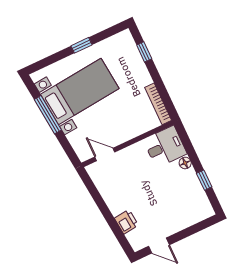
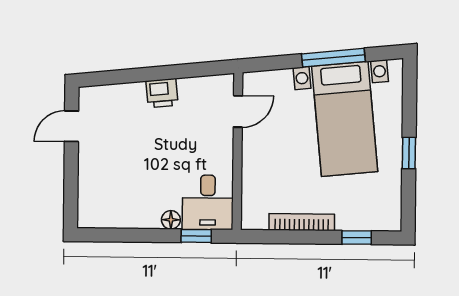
bookcase: (158, 104) -> (302, 222), moved
window: (204, 180) -> (196, 236), moved
printer: (126, 222) -> (162, 93), moved

